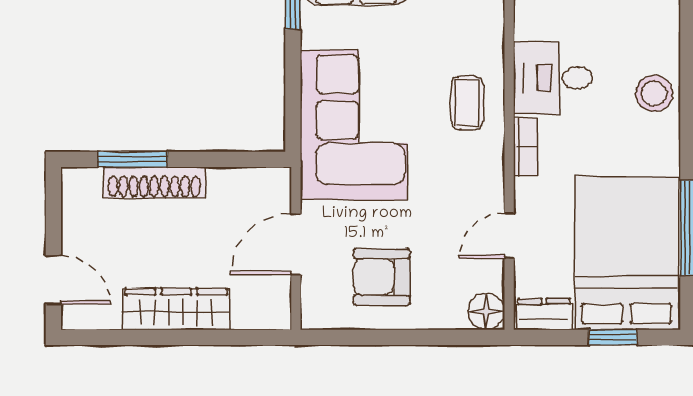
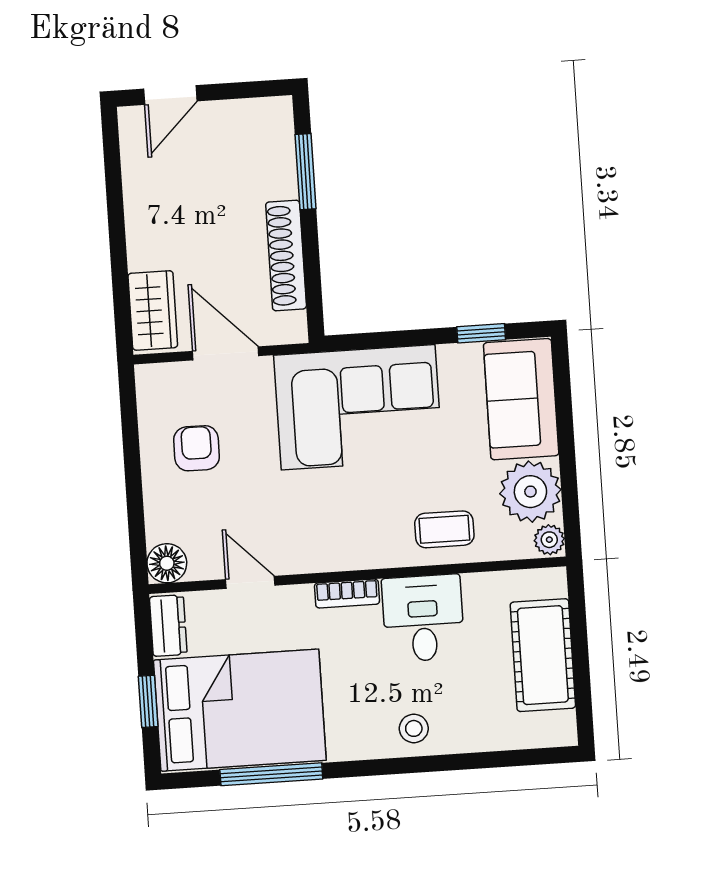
stool: (654, 93) -> (414, 728), width x0.73, depth x0.73
coffee table: (467, 103) -> (444, 529), moved
shoe rack: (154, 182) -> (286, 256), moved
armchair: (382, 277) -> (196, 448), width x0.72, depth x0.72
wardrobe: (176, 309) -> (153, 310), moved, width x0.67

